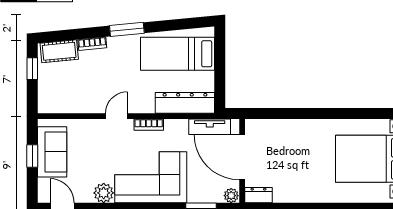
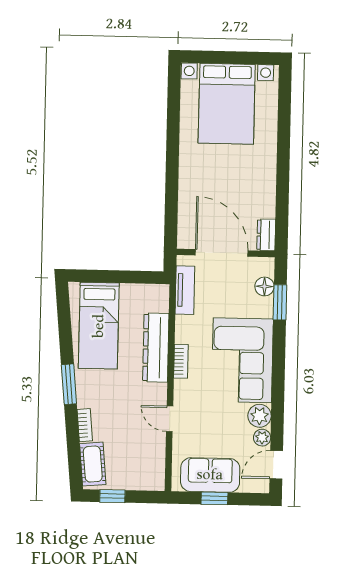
dresser: (185, 103) -> (156, 348), moved
door: (116, 116) -> (170, 419), moved
door: (242, 157) -> (222, 253), swing flipped
floor lamp: (214, 195) -> (264, 286), added
plant: (231, 196) -> (262, 438), moved

